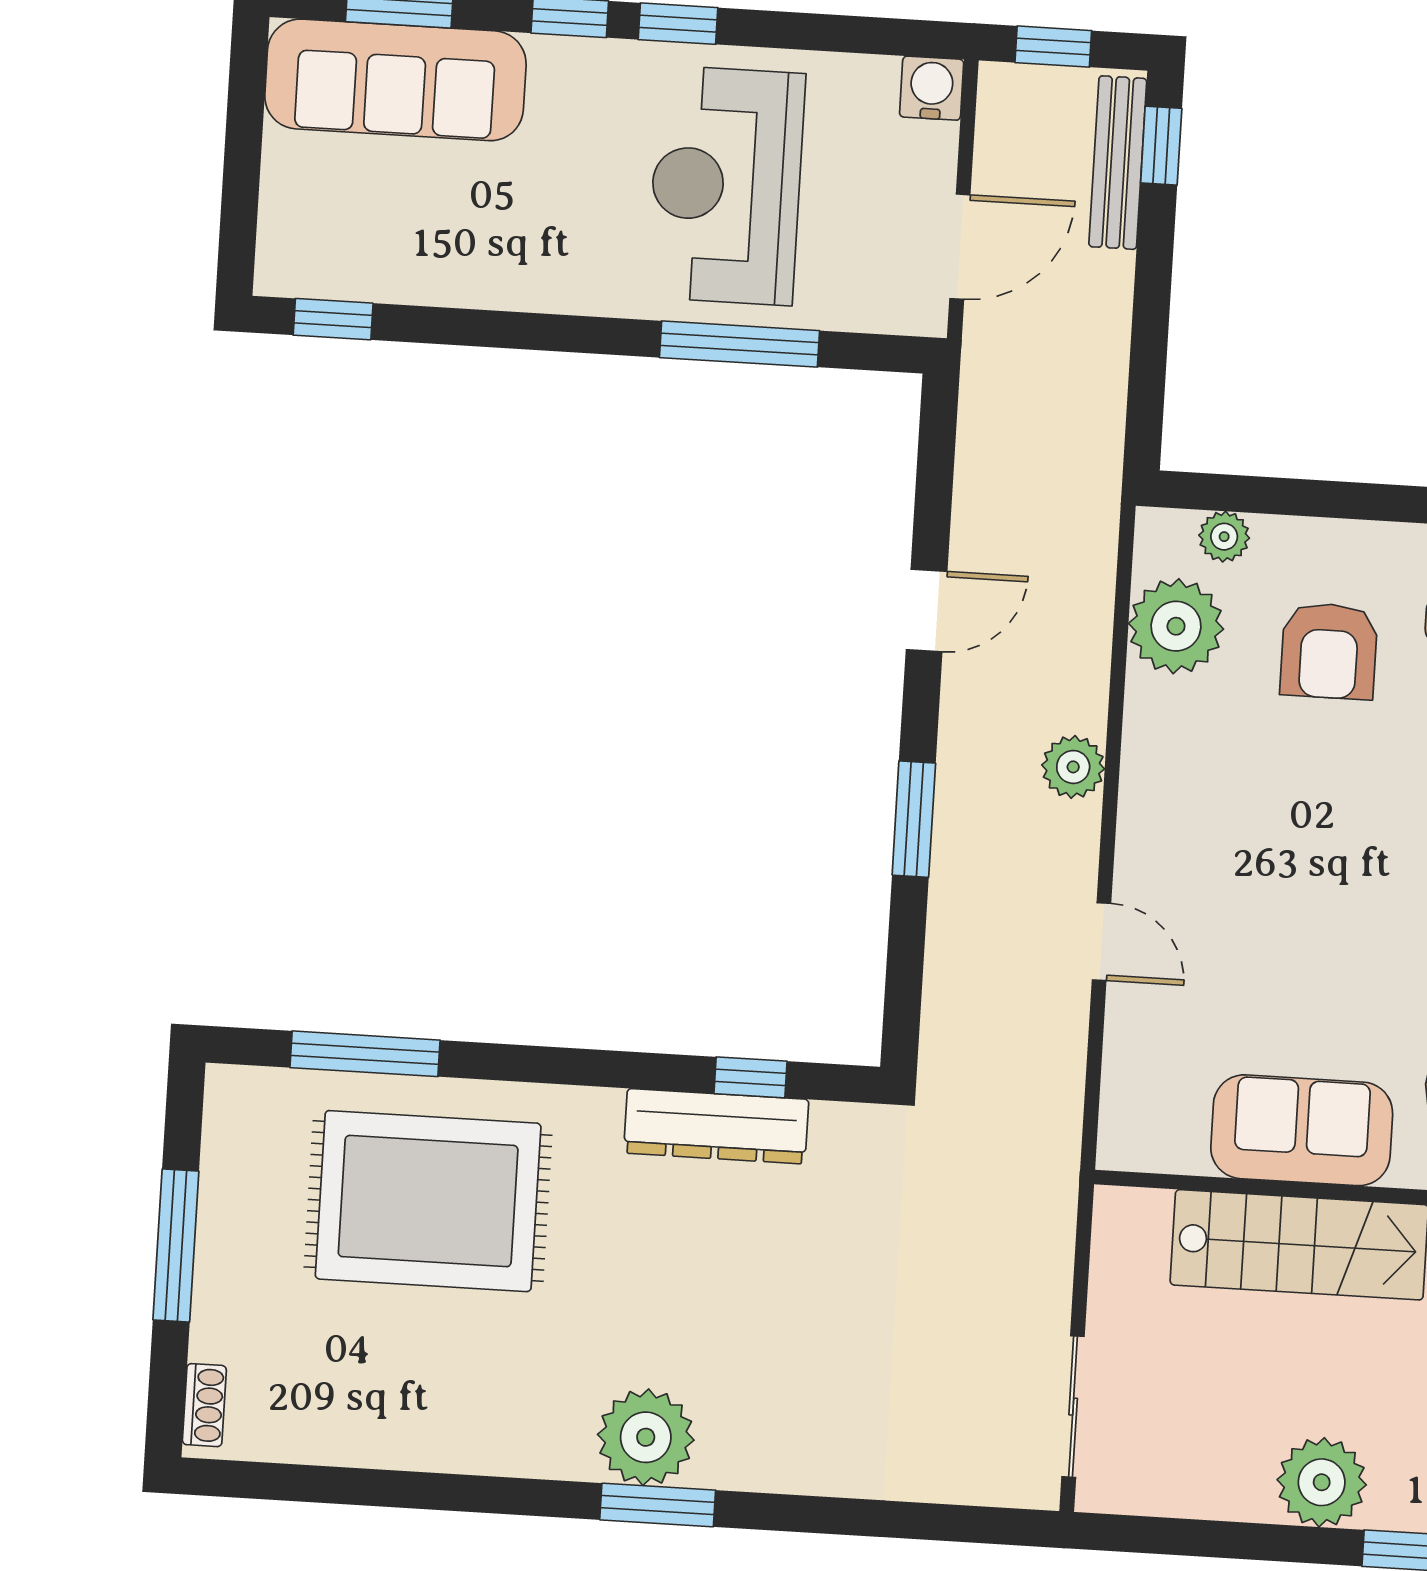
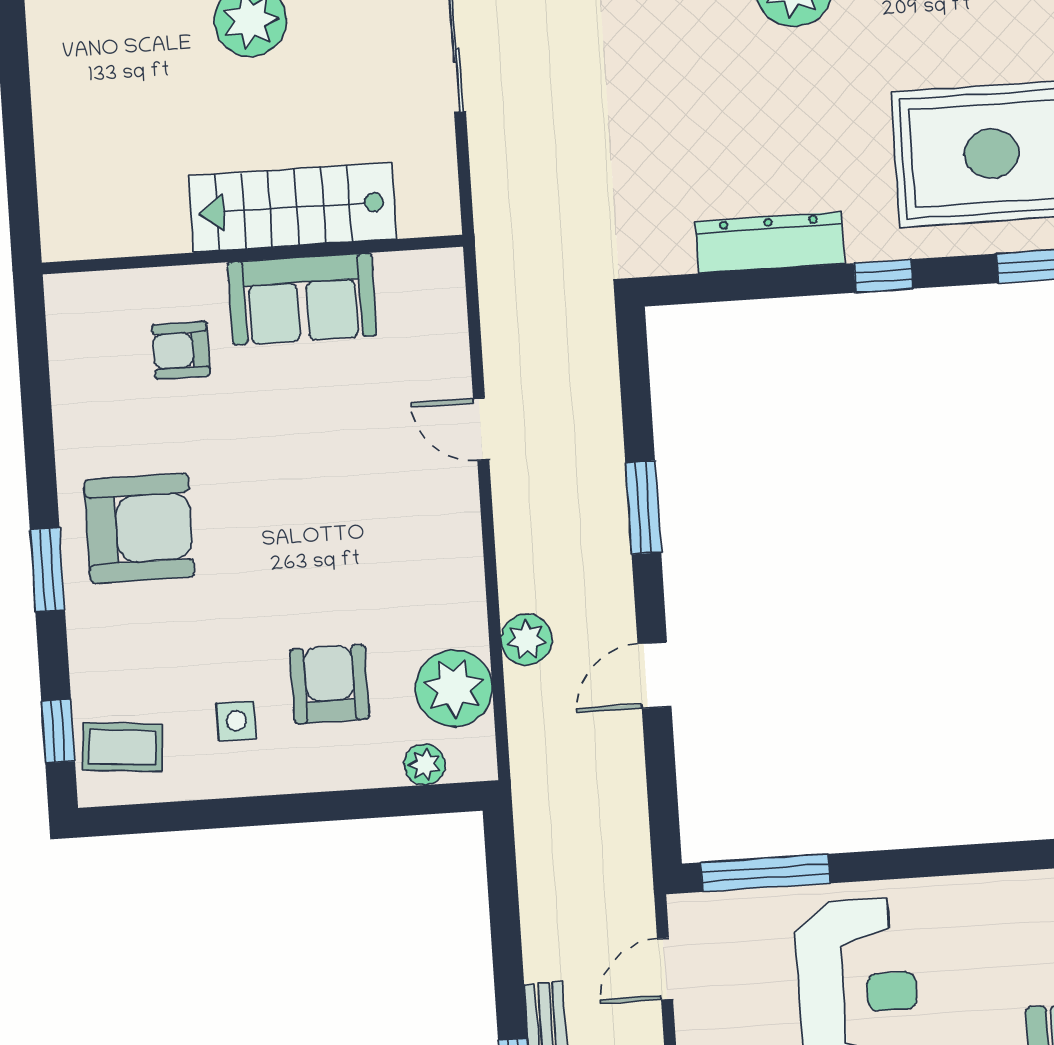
door: (960, 247) -> (665, 969), width x0.73
window: (739, 344) -> (765, 873), moved
plant: (1073, 767) -> (527, 640), moved
window: (751, 1077) -> (883, 276), moved

